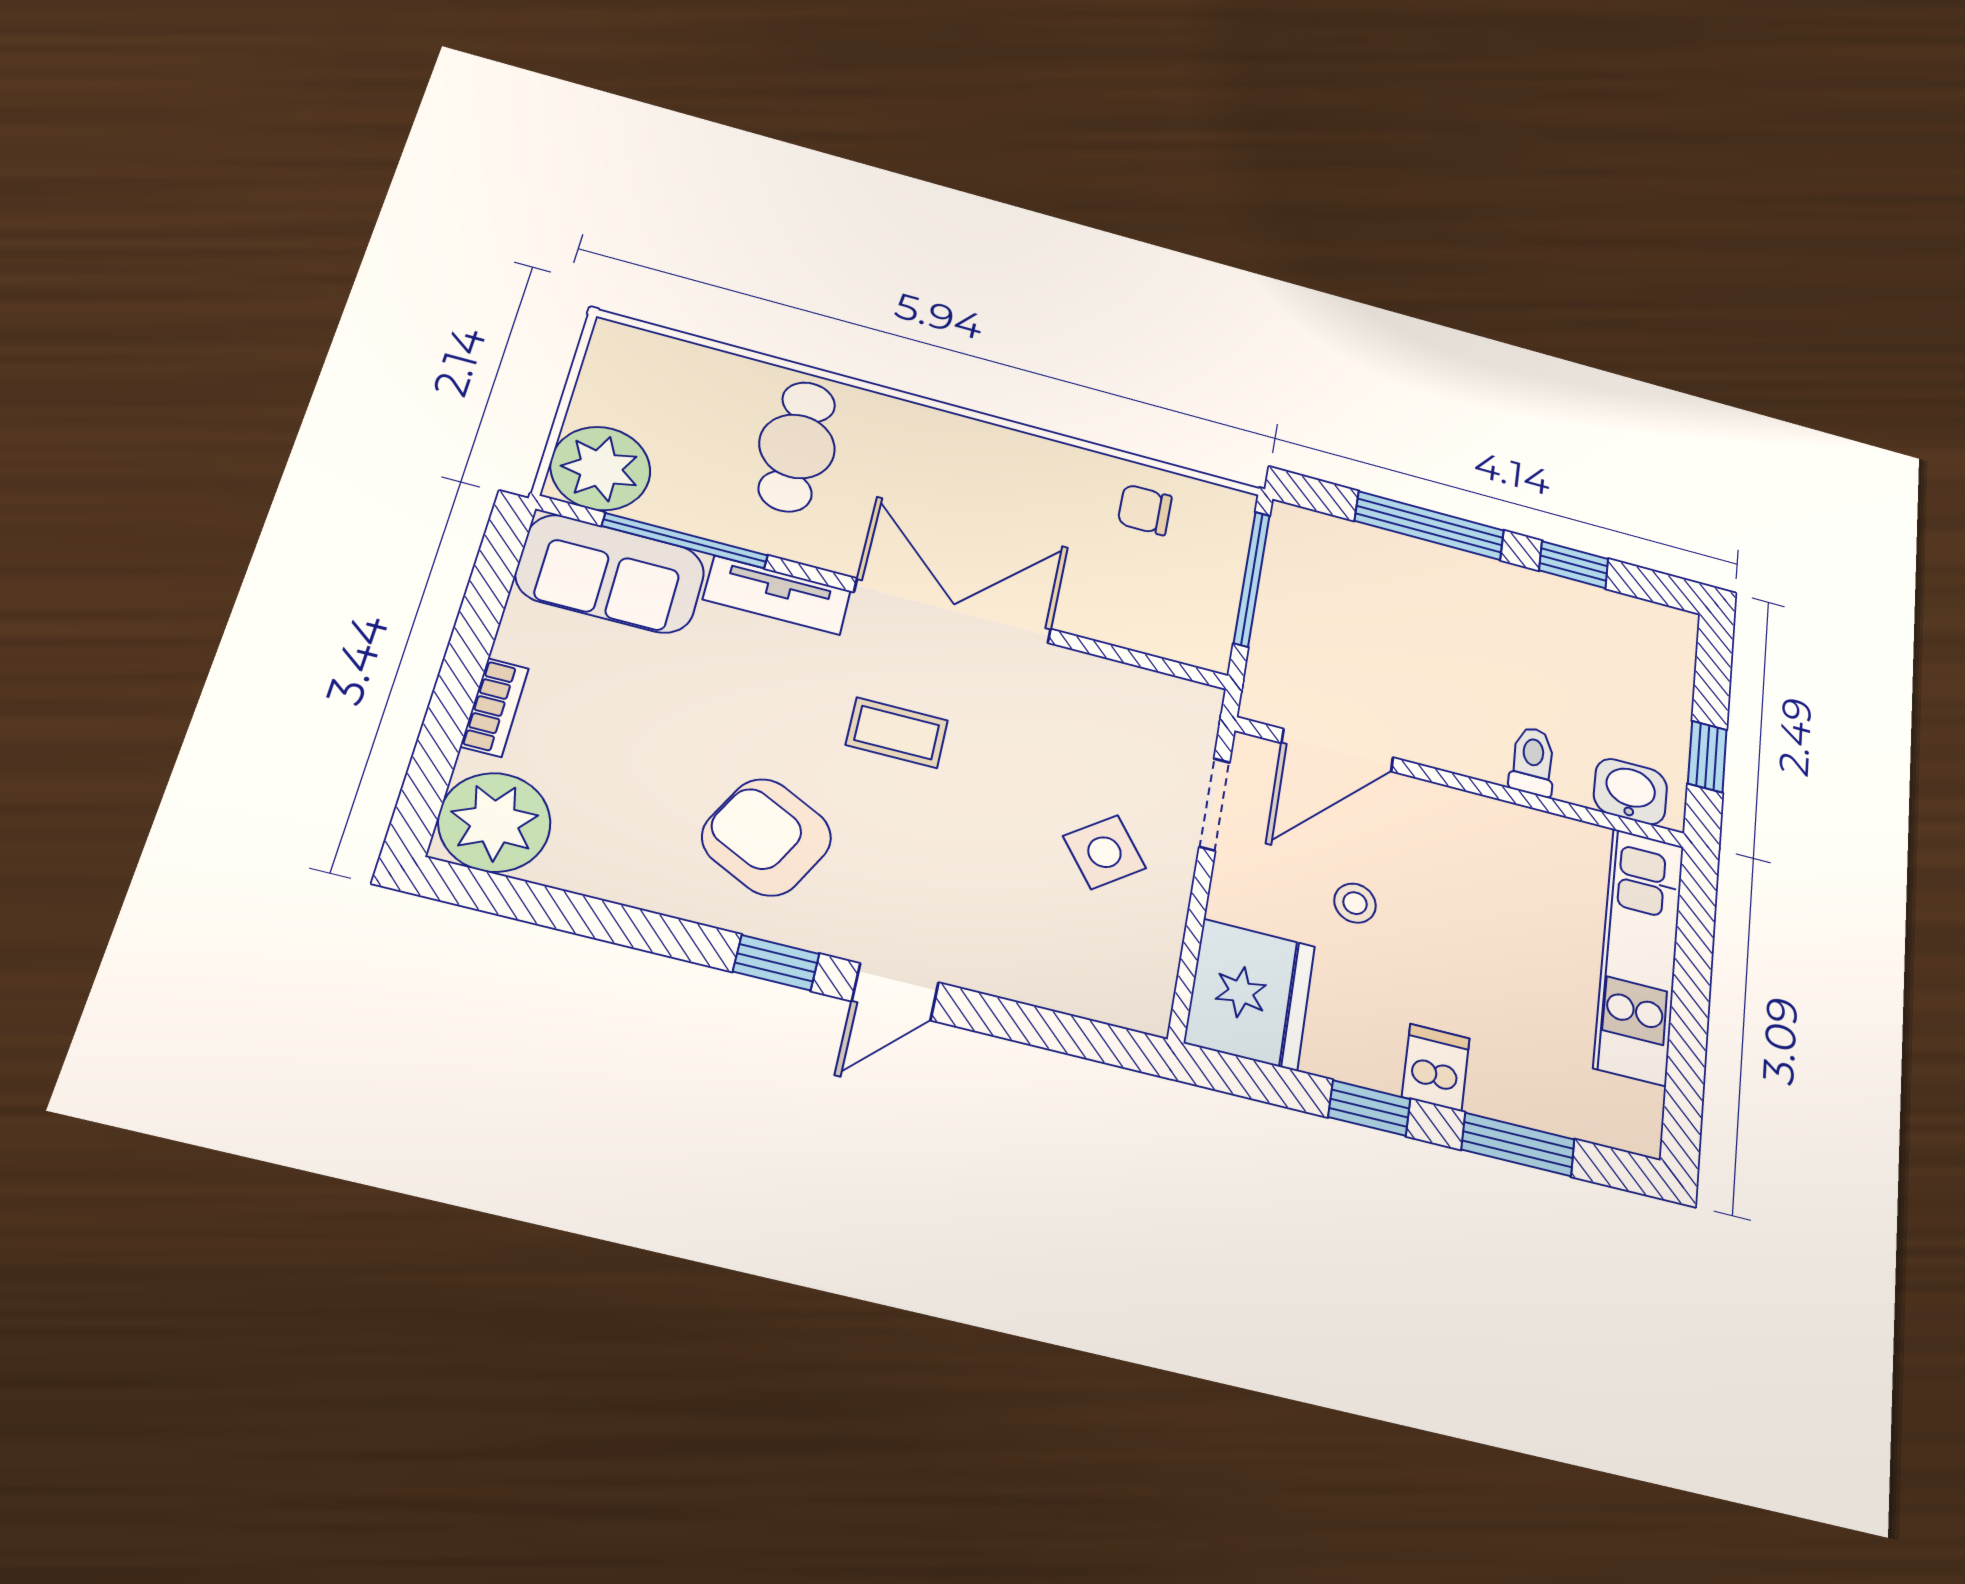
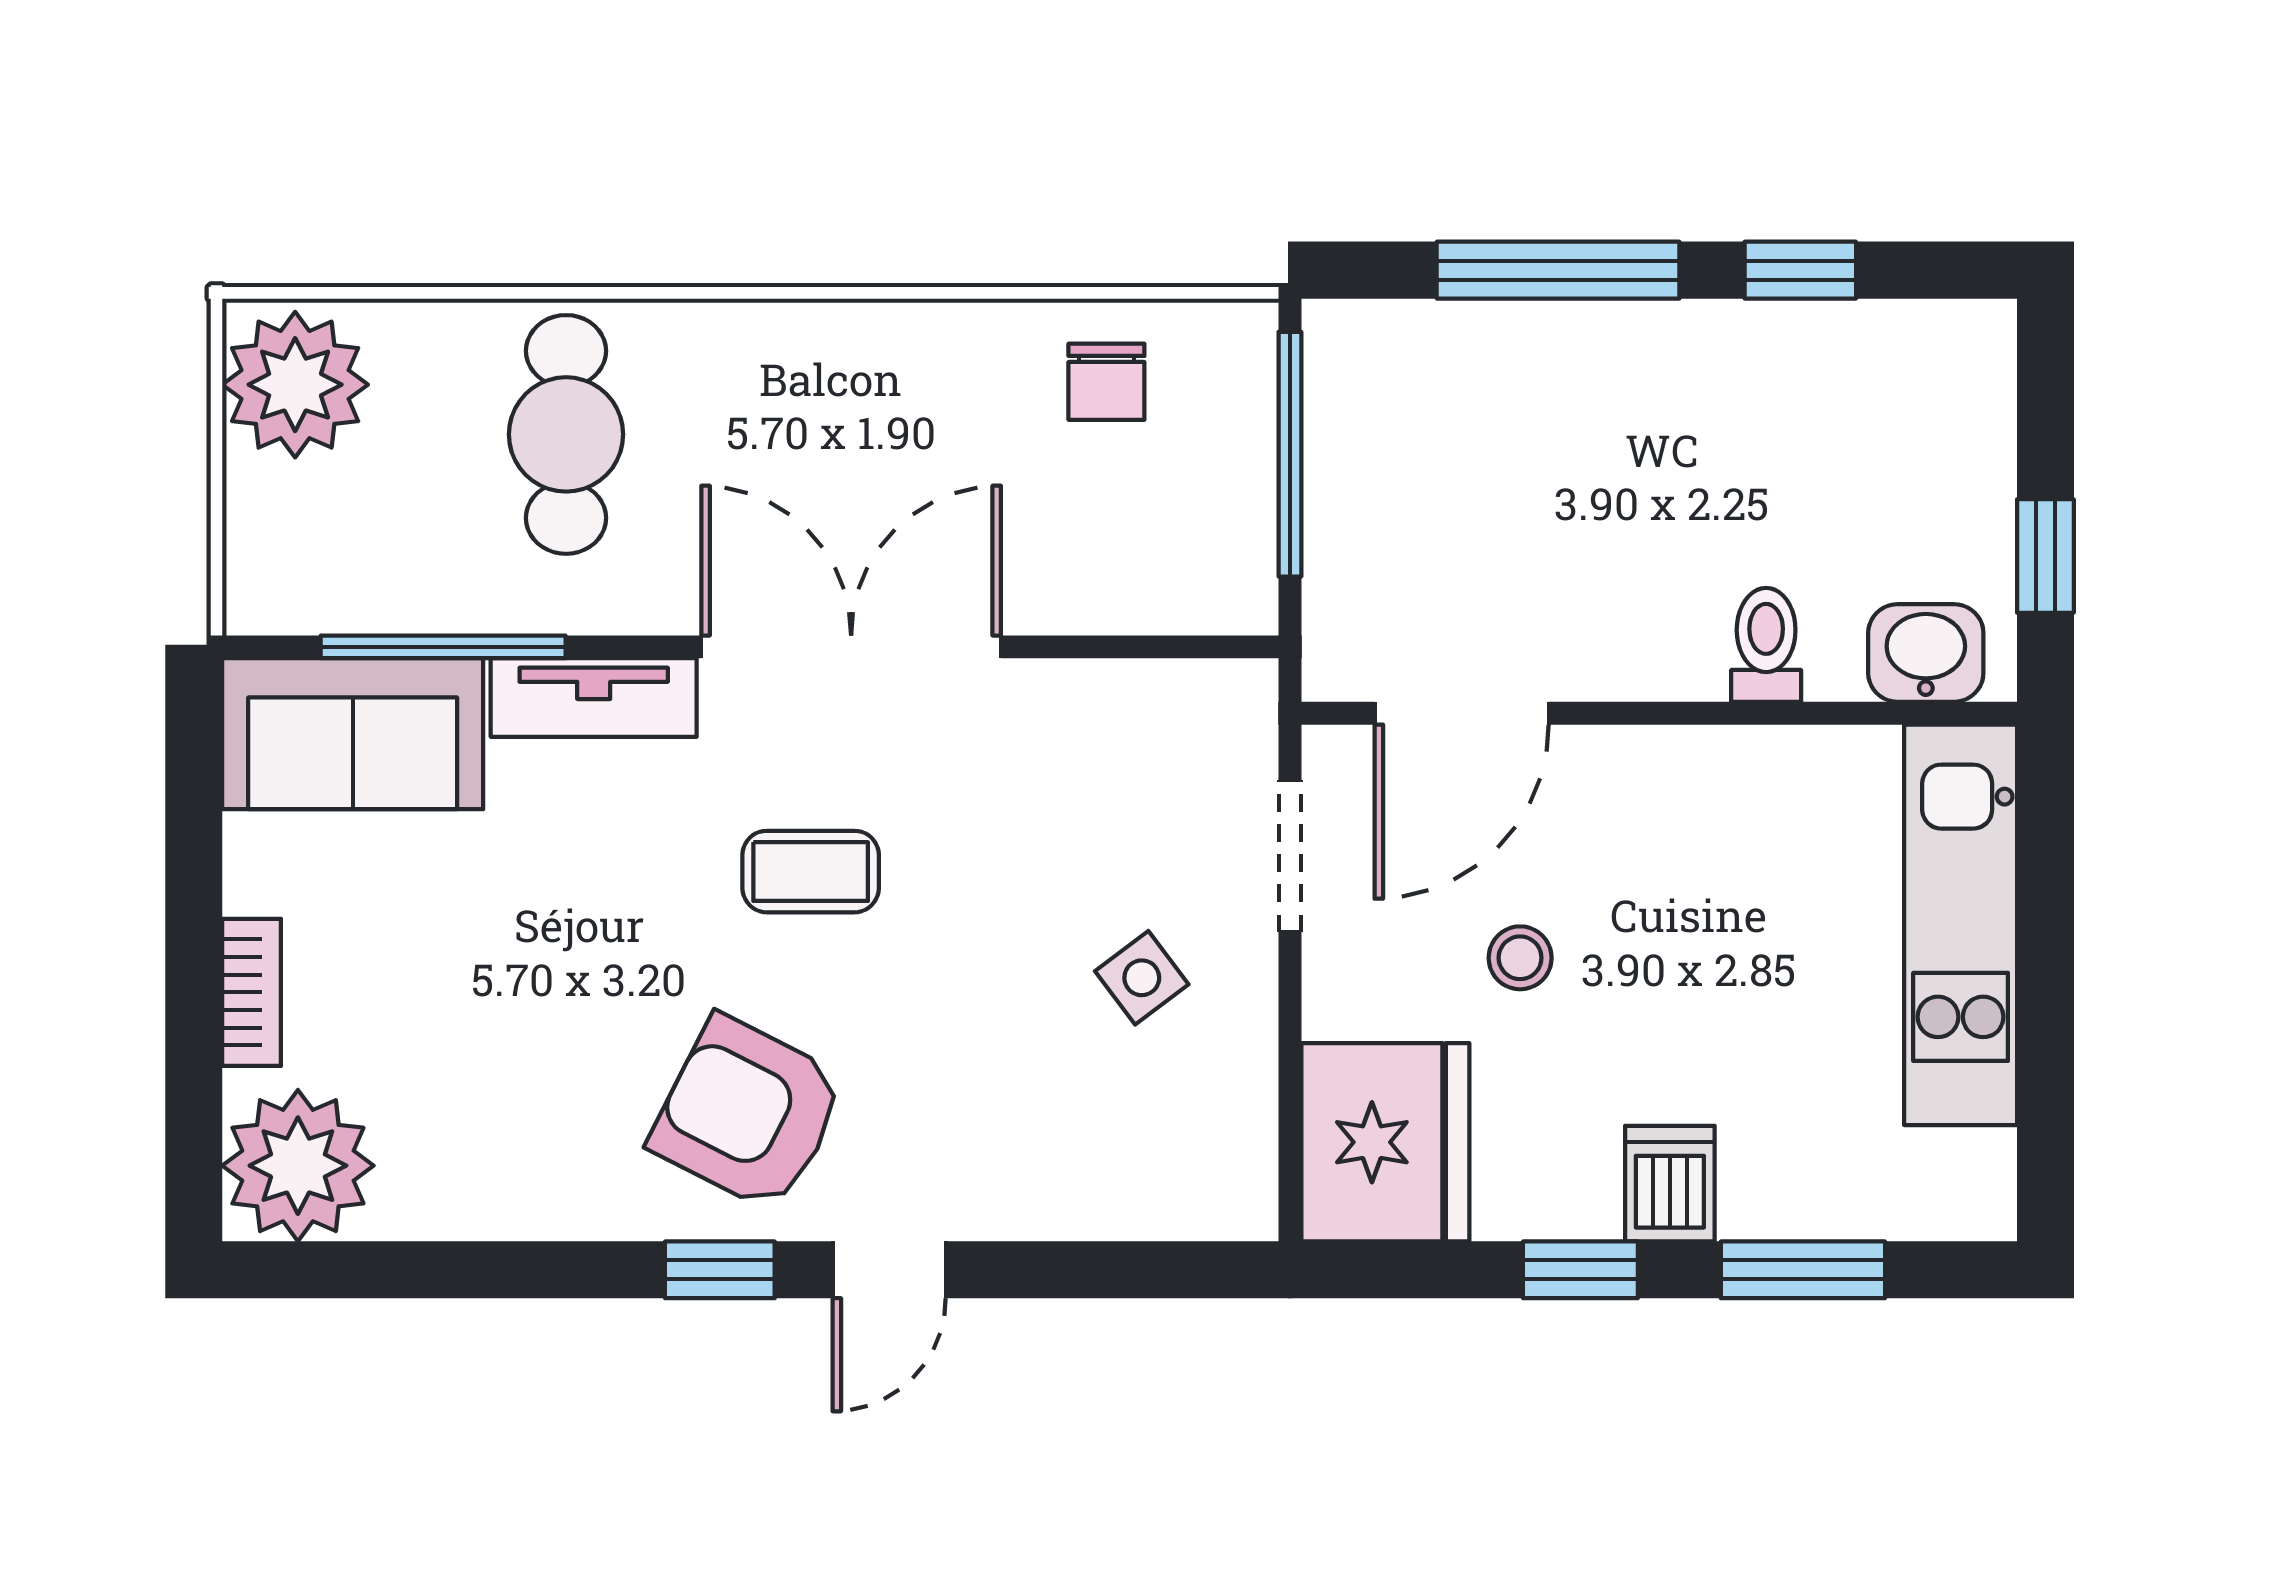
plant: (600, 468) -> (295, 385), moved
chair: (1145, 510) -> (1106, 382), turned -90
armchair: (767, 837) -> (748, 1113), moved
side table: (1104, 852) -> (1142, 978), width x0.73, depth x0.73

